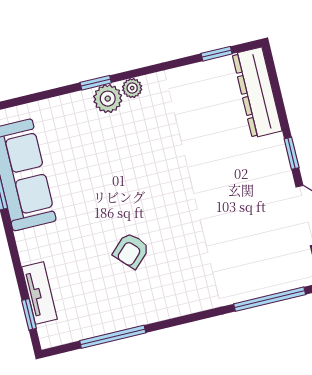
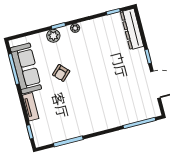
plant: (108, 99) -> (53, 36), moved
armchair: (131, 251) -> (61, 73), moved
tv unit: (40, 293) -> (31, 107), moved

